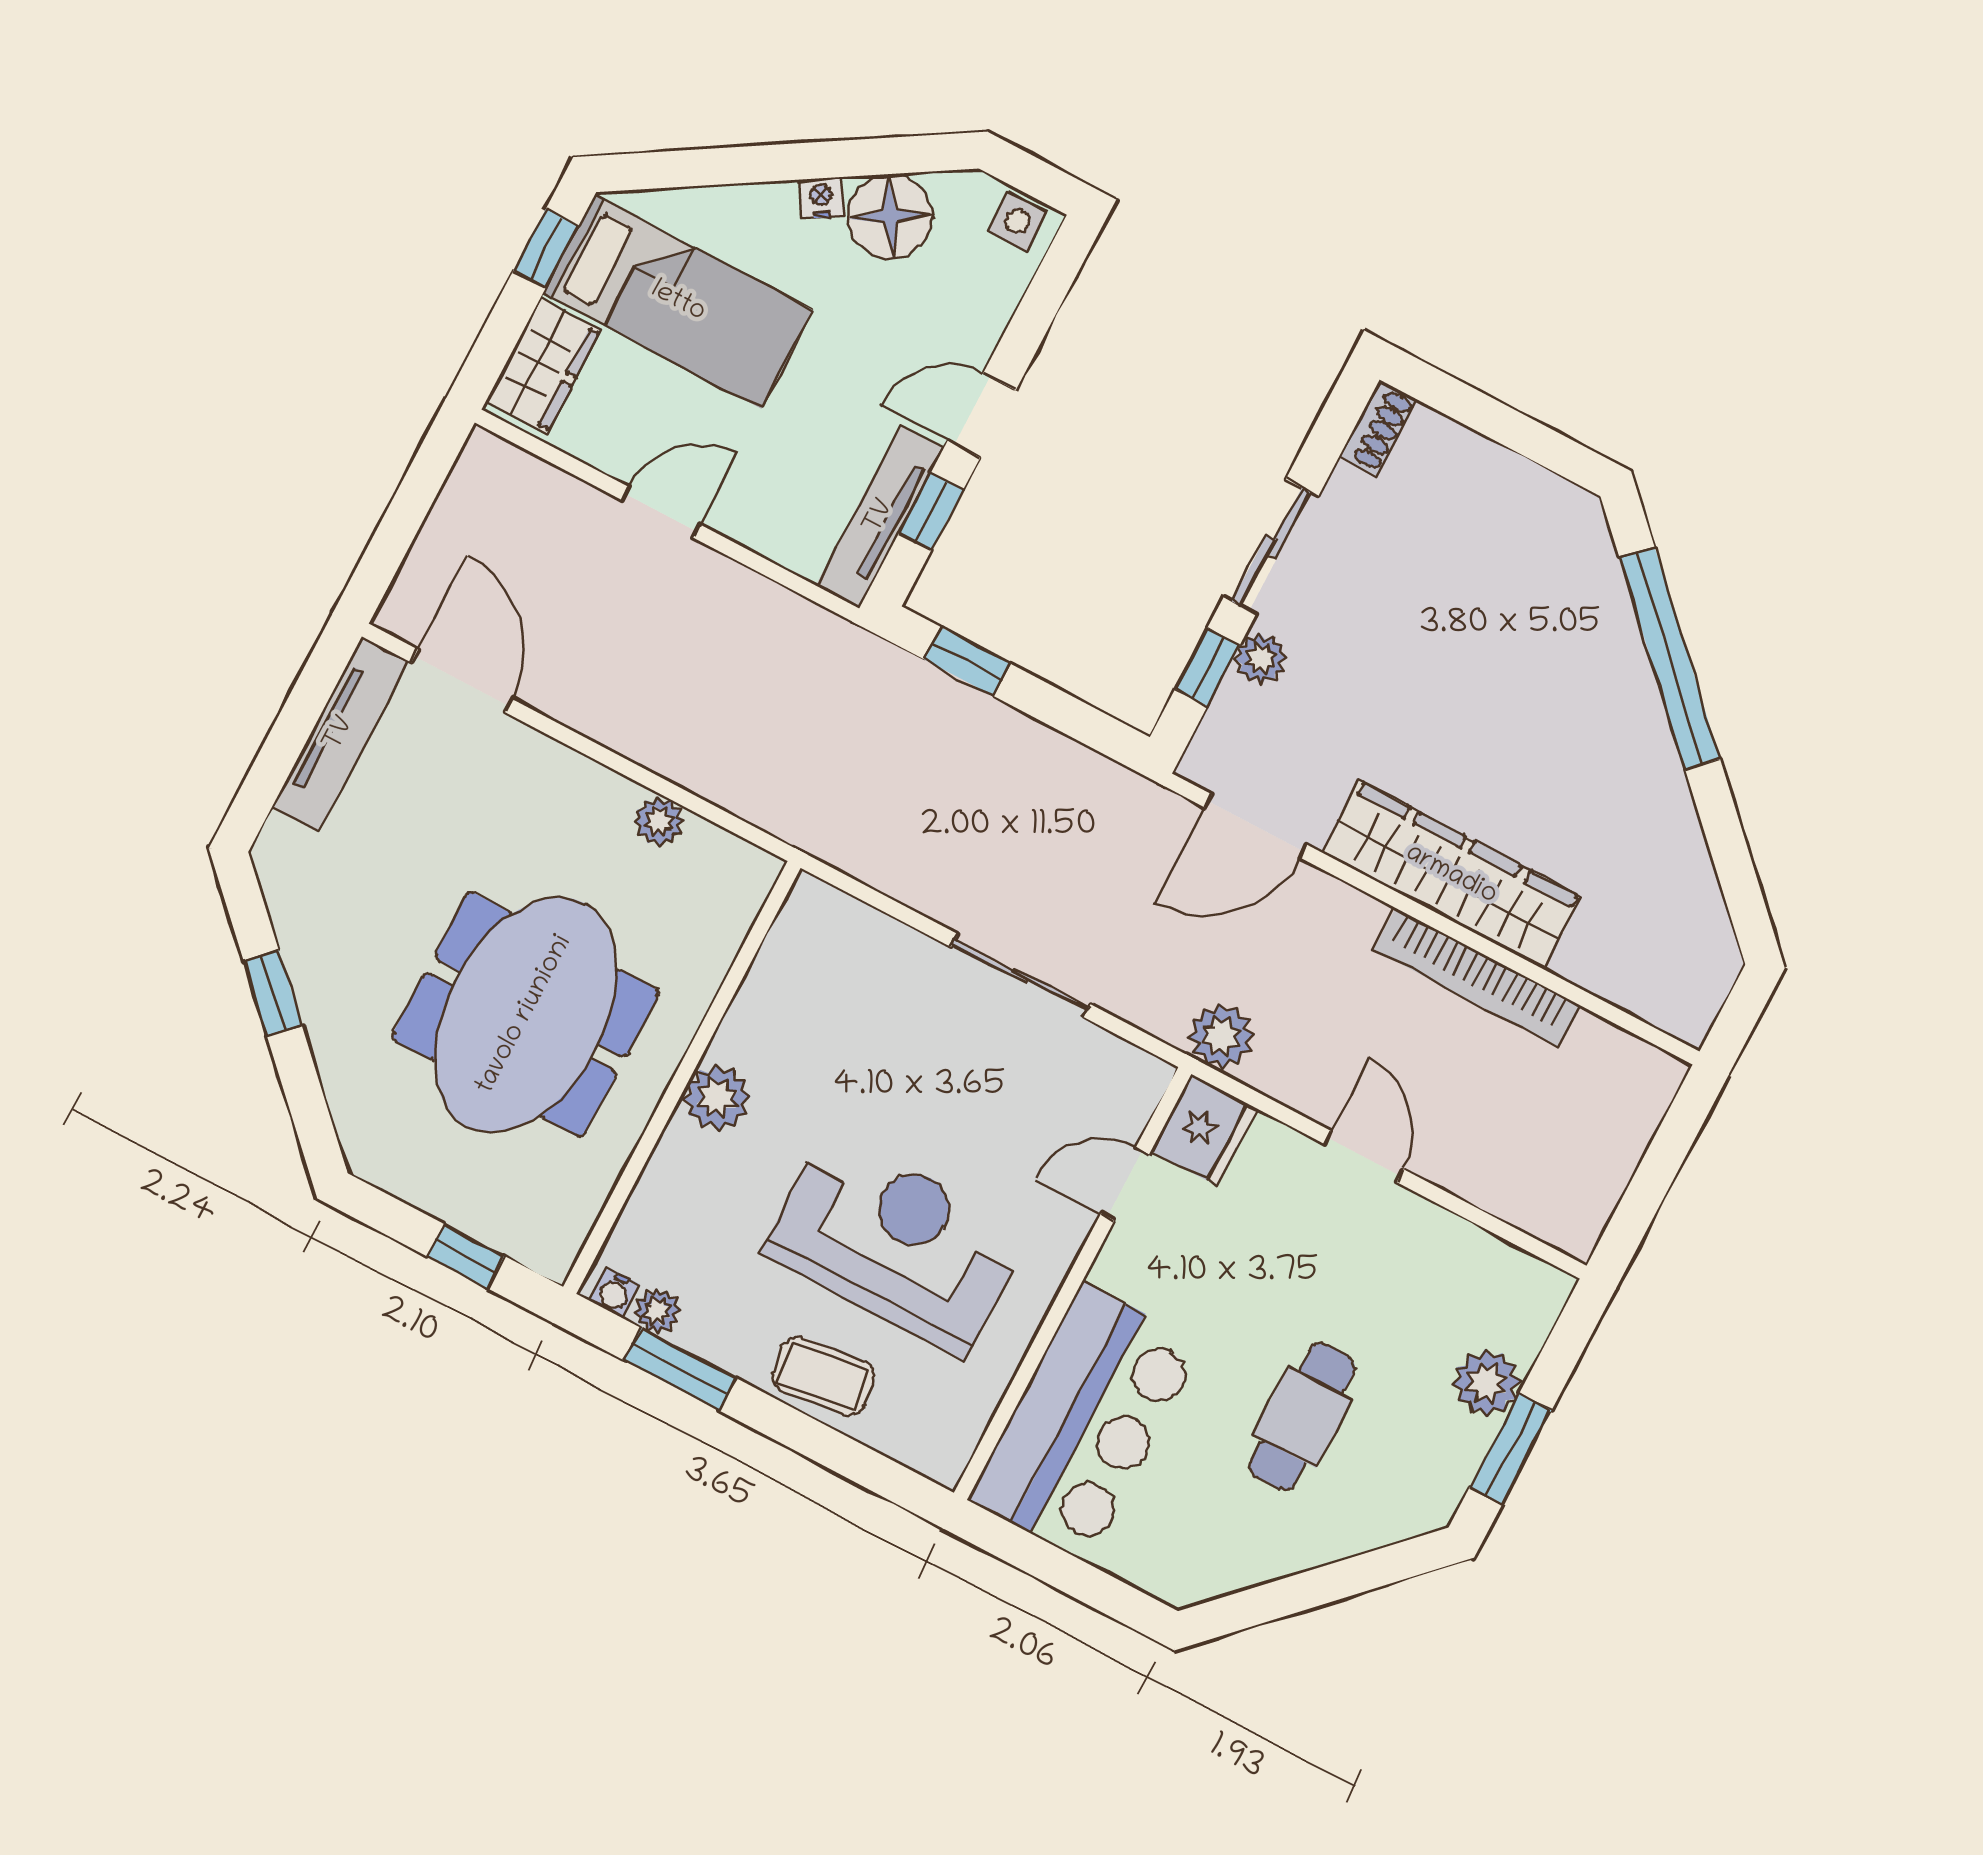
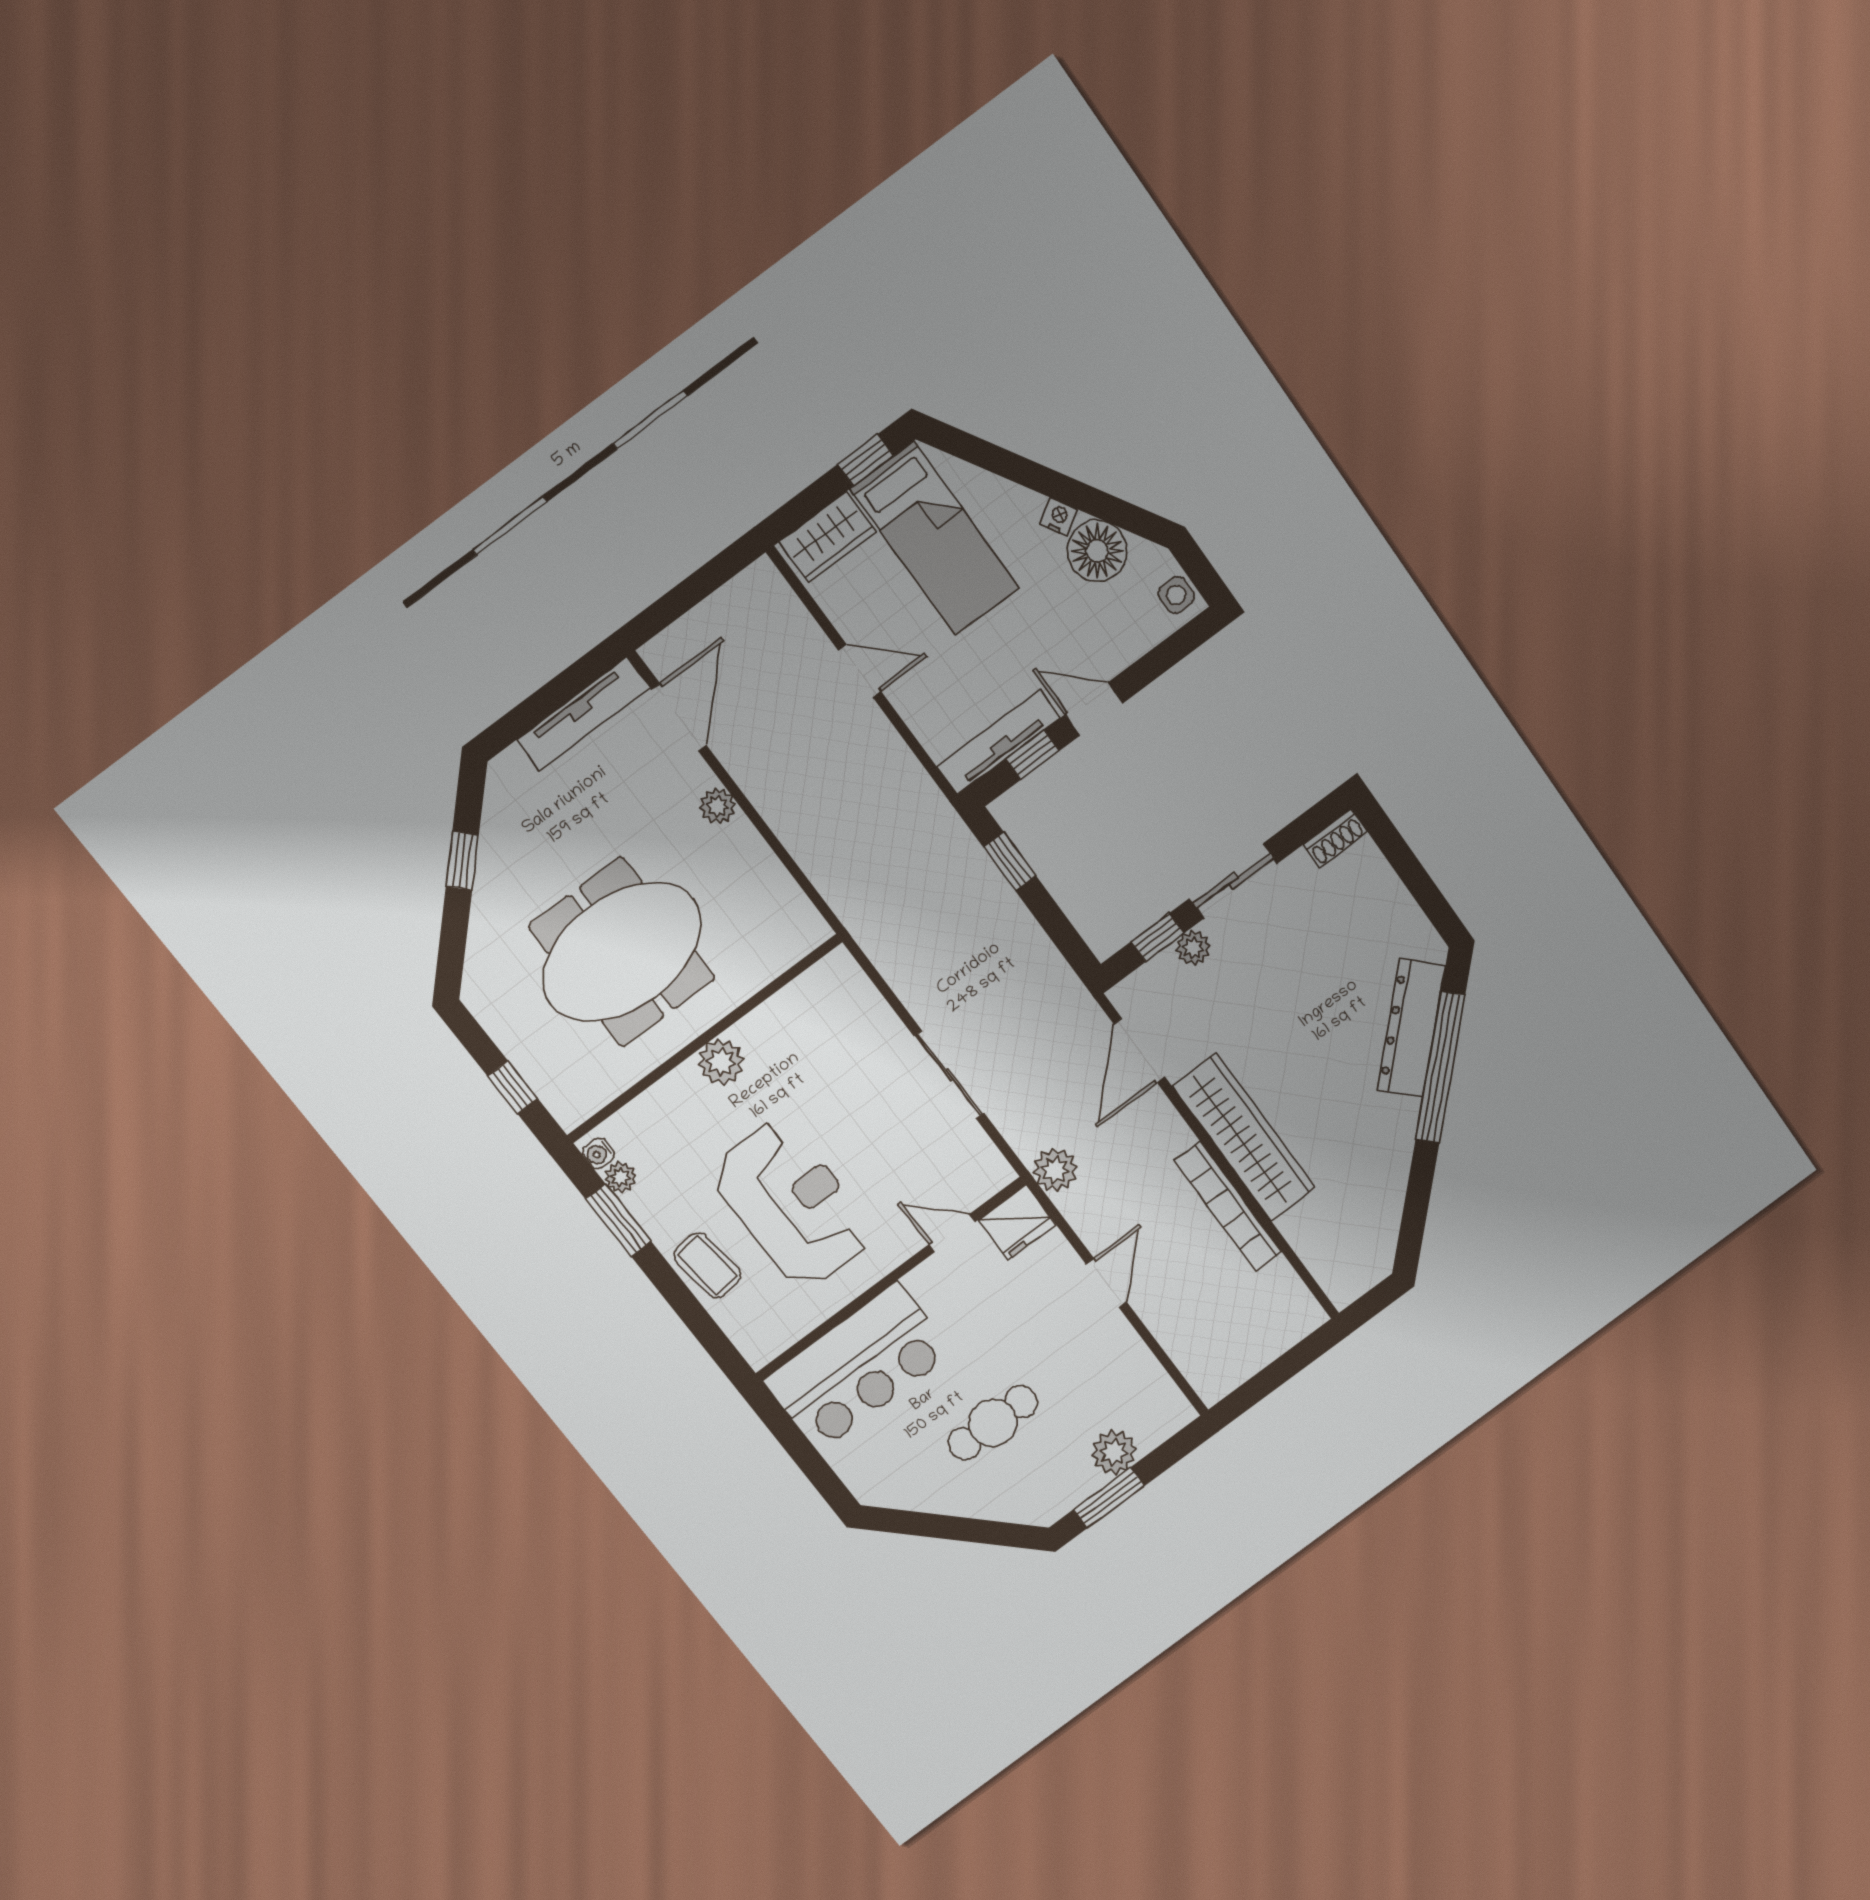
dresser: (1604, 625) -> (1411, 1028), added
plant: (659, 821) -> (718, 806), moved
door: (1256, 826) -> (1139, 1051), hinge flipped

